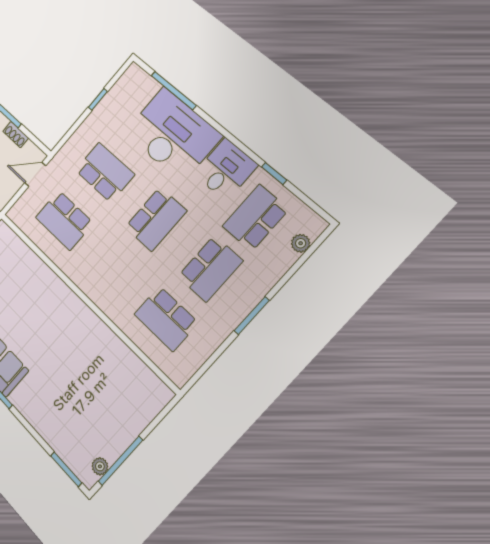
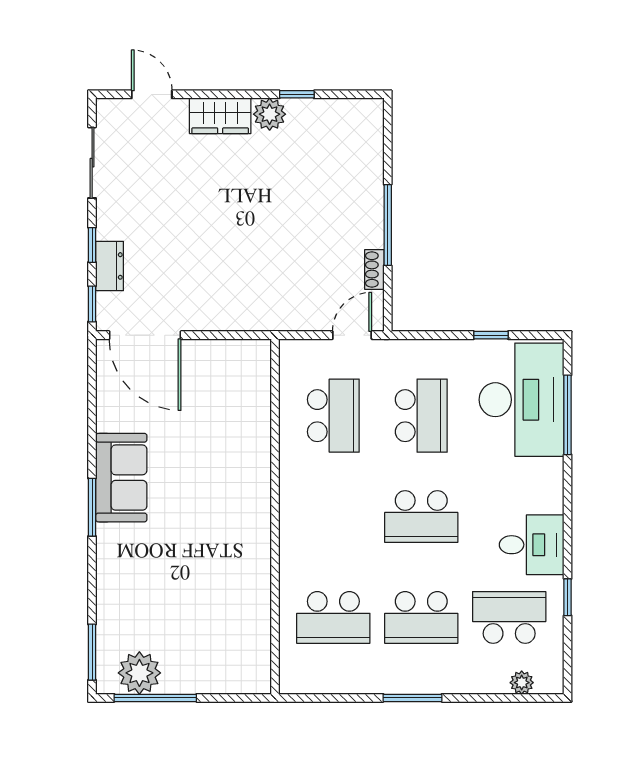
desk: (173, 134) -> (522, 400), moved
door: (35, 174) -> (352, 335), hinge flipped
school desk: (64, 220) -> (333, 416), turned 180
school desk: (166, 318) -> (333, 617), turned -90
plant: (100, 466) -> (139, 673), width x1.88, depth x1.88

